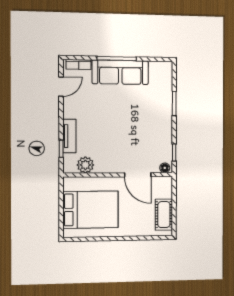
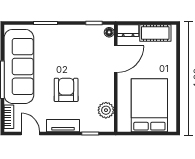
sofa: (120, 72) -> (19, 66), width x1.36, depth x1.27
armchair: (106, 124) -> (66, 90), added
tv unit: (69, 136) -> (63, 126), moved
dresser: (166, 187) -> (128, 31), added

